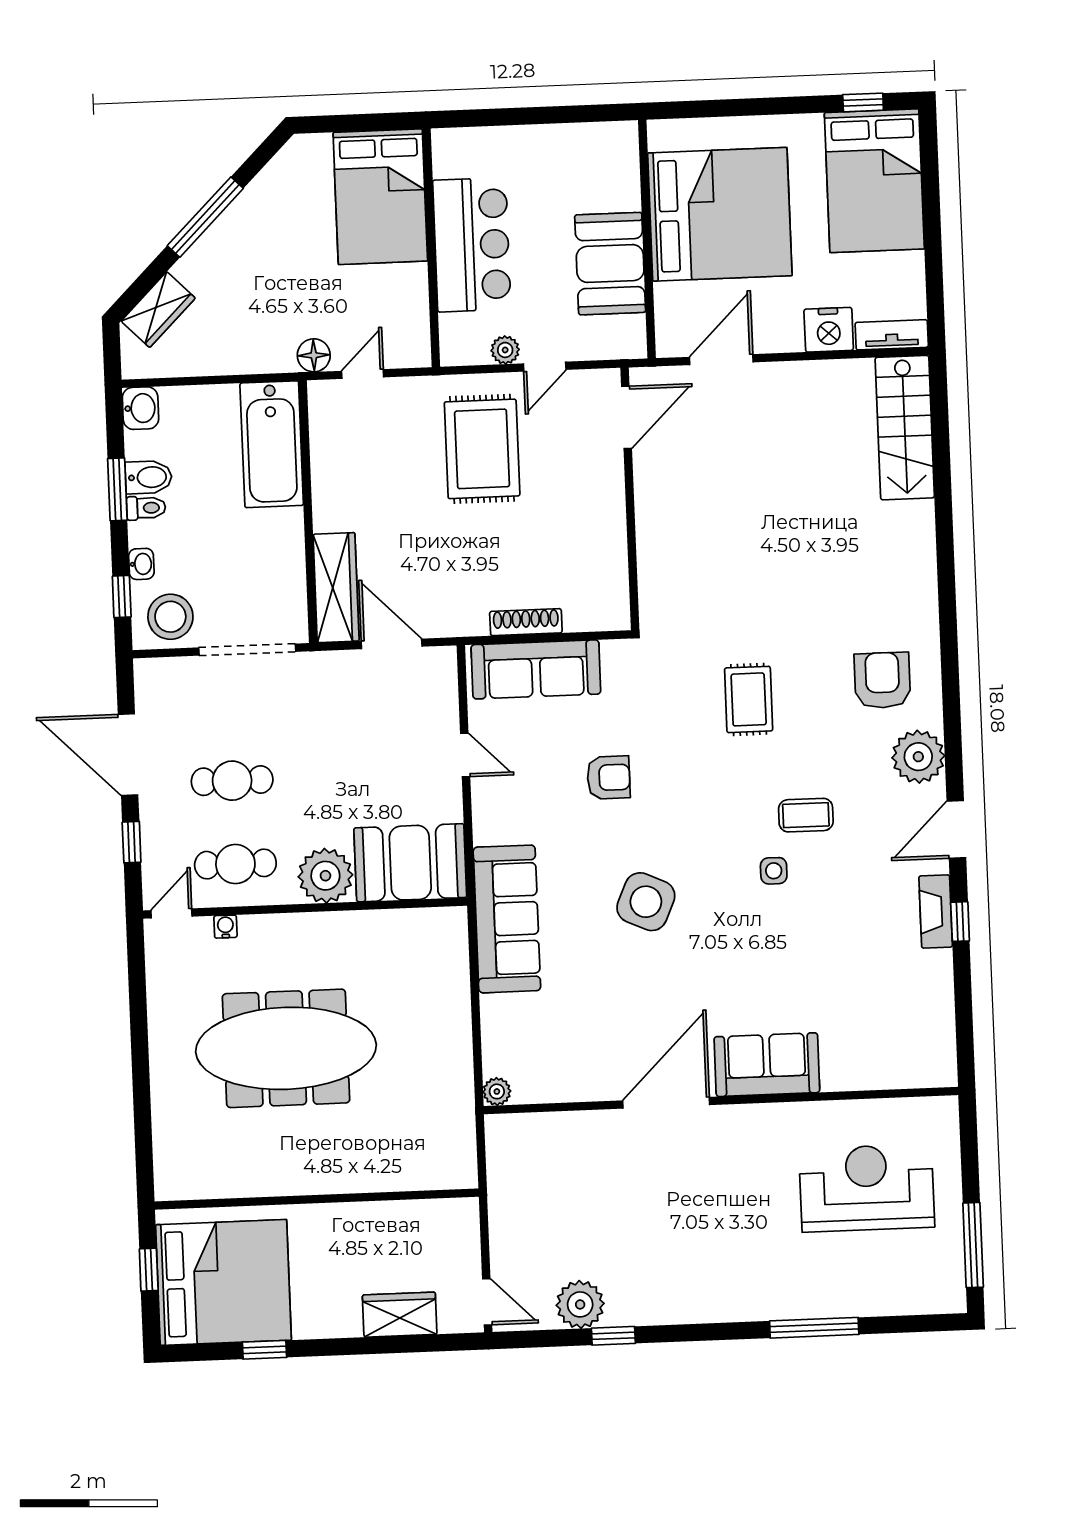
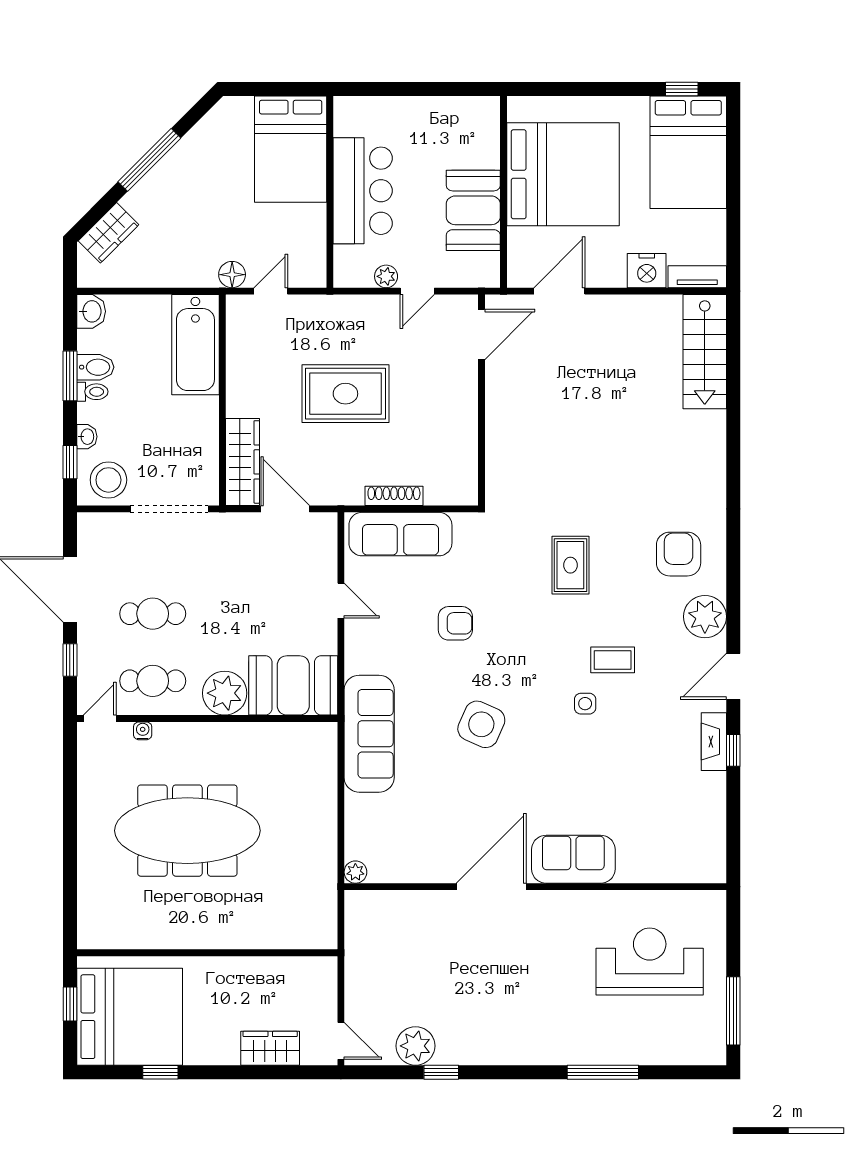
rug: (482, 449) -> (345, 394), moved, turned 90

